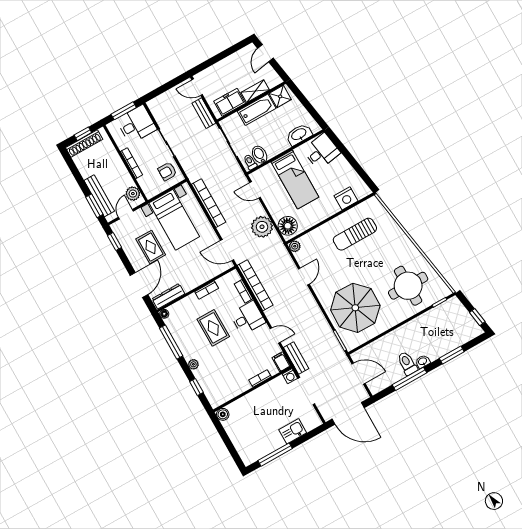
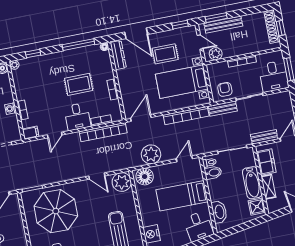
plant: (295, 246) -> (122, 182), width x1.87, depth x1.87
bench: (296, 358) -> (223, 109), moved
plant: (193, 364) -> (14, 65), moved
washing machine: (290, 376) -> (11, 109), moved

